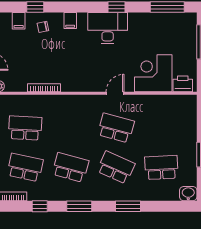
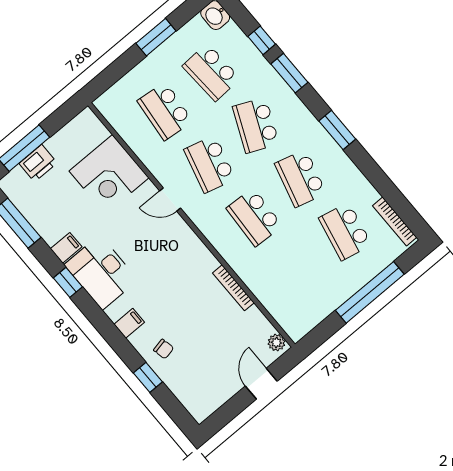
filing cabinet: (19, 21) -> (66, 248), moved
printer: (183, 84) -> (38, 163), moved, turned -90
school desk: (25, 128) -> (254, 217), moved
school desk: (161, 128) -> (165, 111), added
window: (40, 206) -> (262, 40), moved

